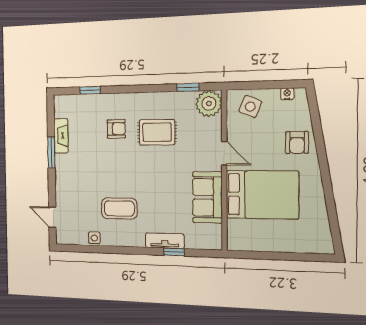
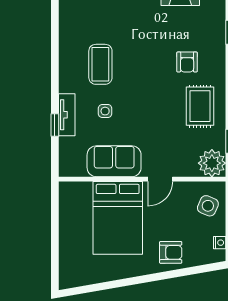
rug: (157, 132) -> (200, 106), moved
armchair: (297, 143) -> (171, 252), turned 180
side table: (94, 238) -> (105, 111), moved

